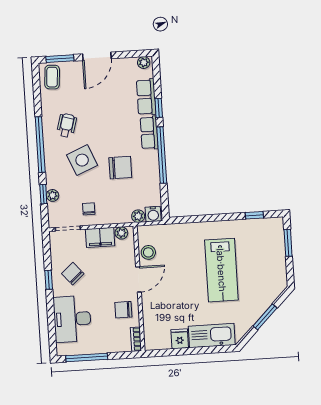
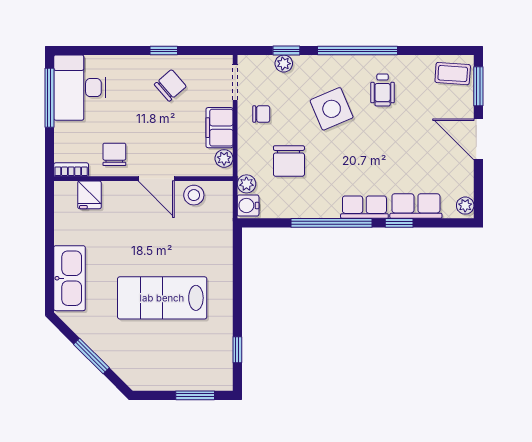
wheelchair: (67, 125) -> (383, 90), turned 74
chair: (120, 168) -> (289, 161), moved
desk: (72, 319) -> (80, 88), moved, turned -90
fridge: (180, 339) -> (89, 195), moved, turned 90

